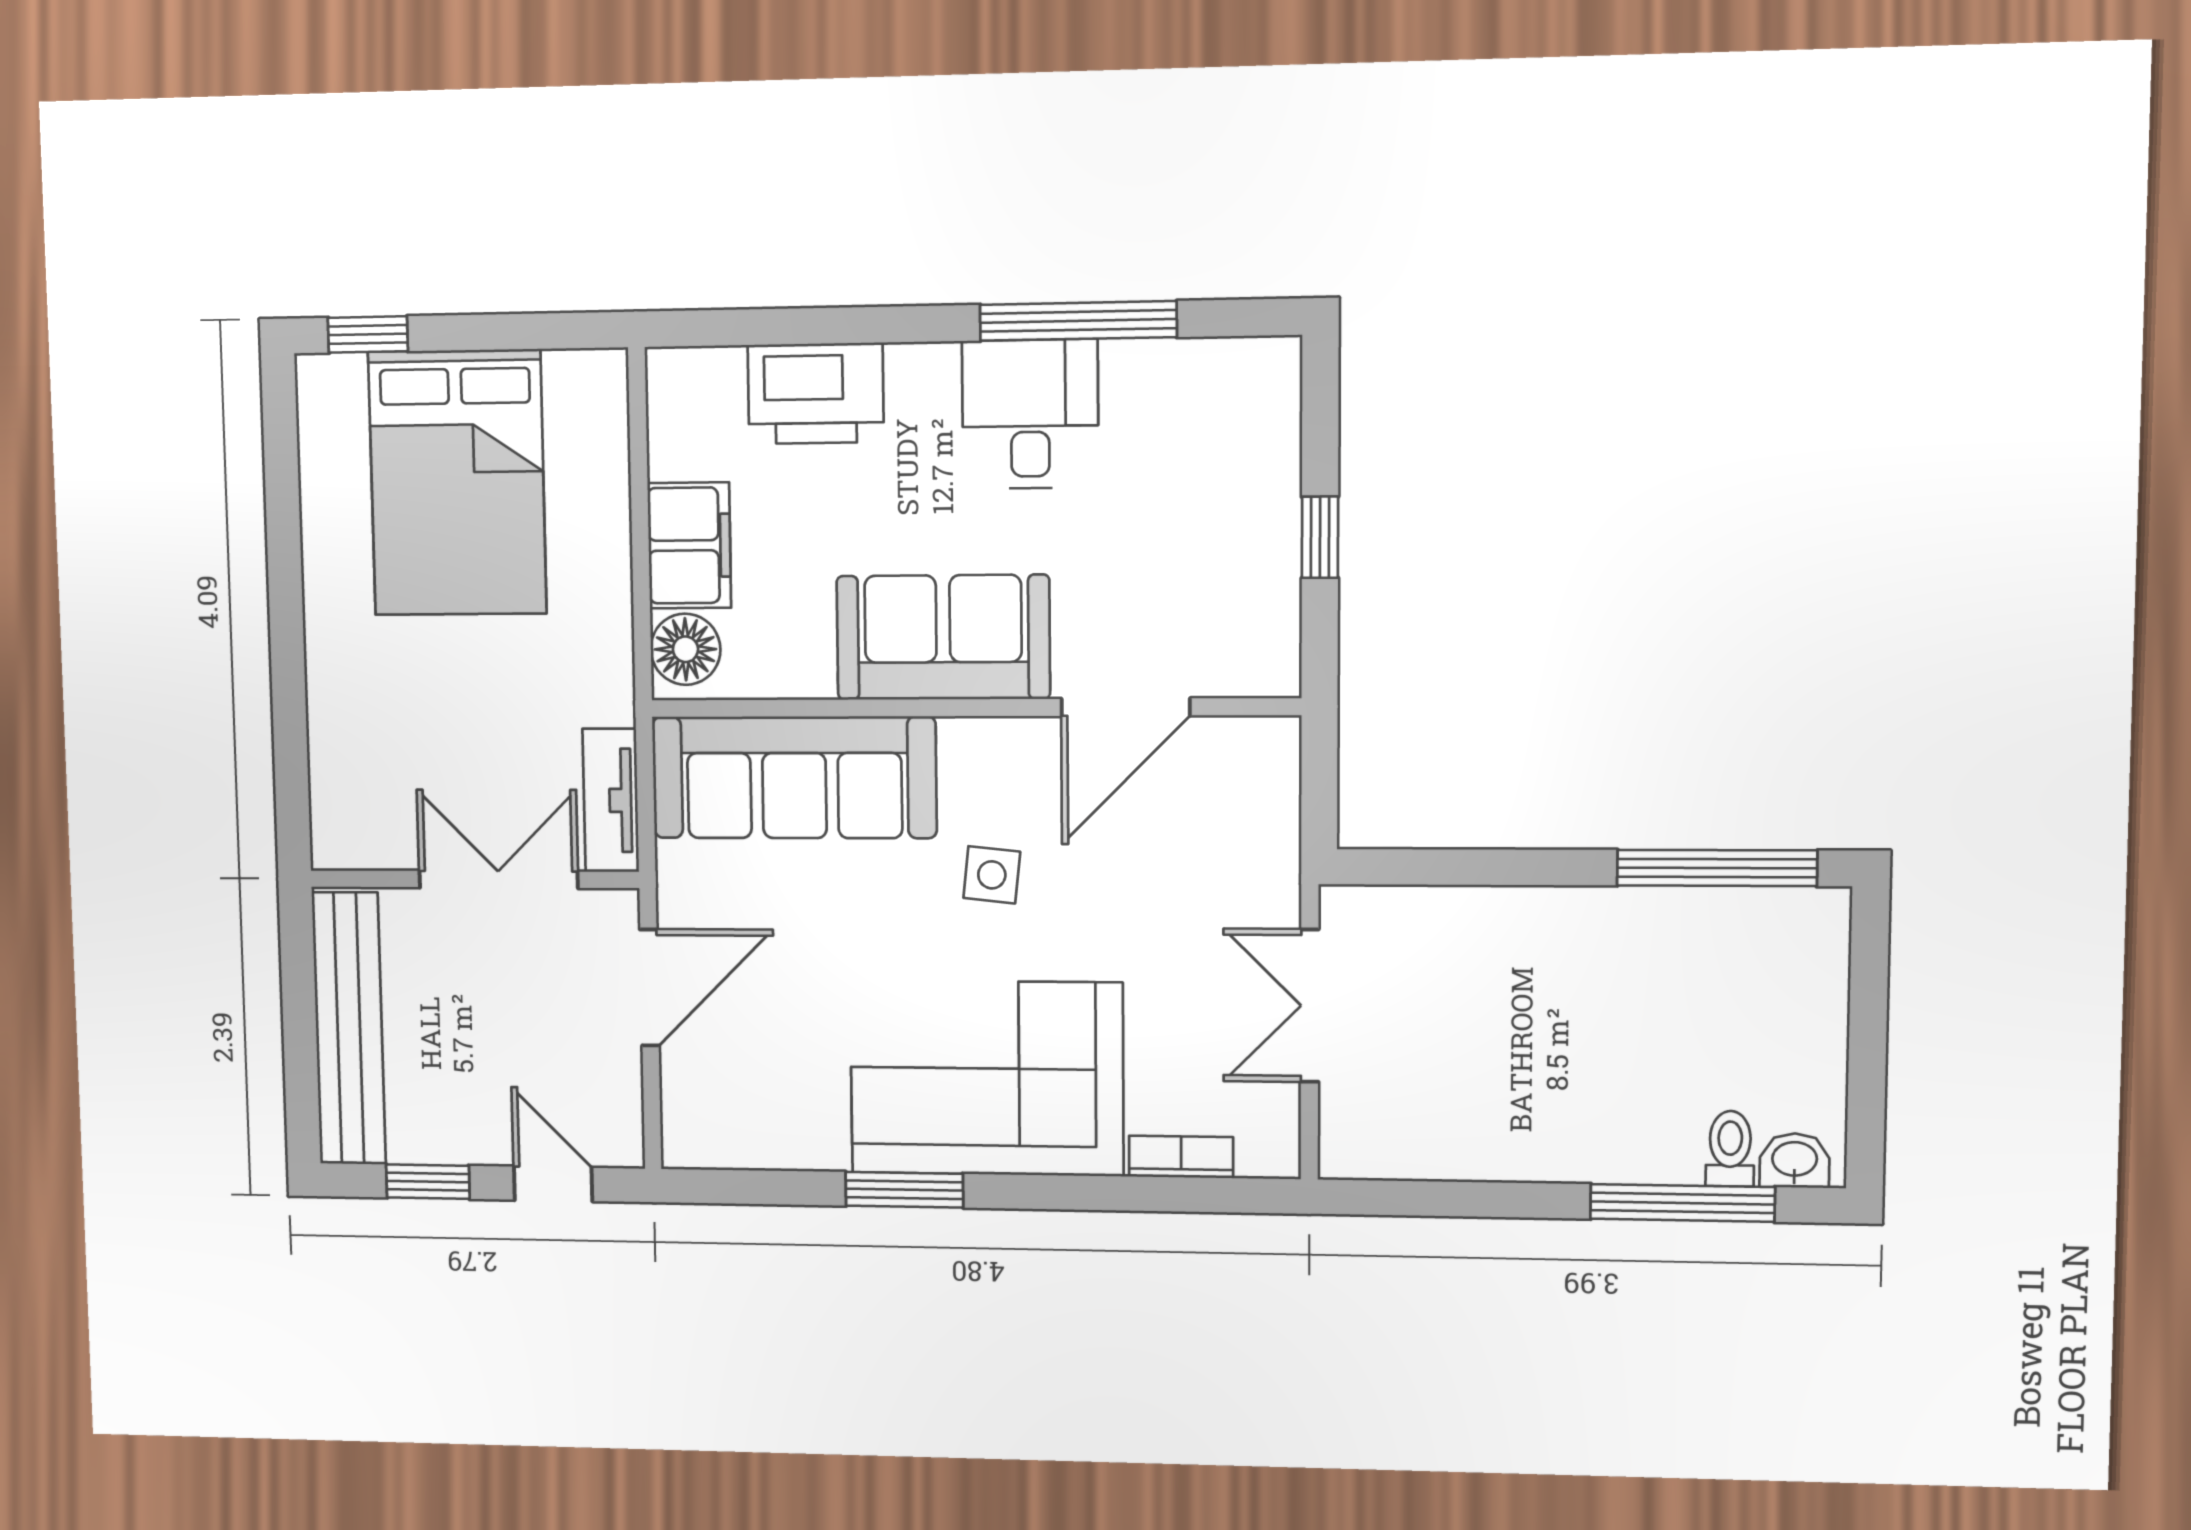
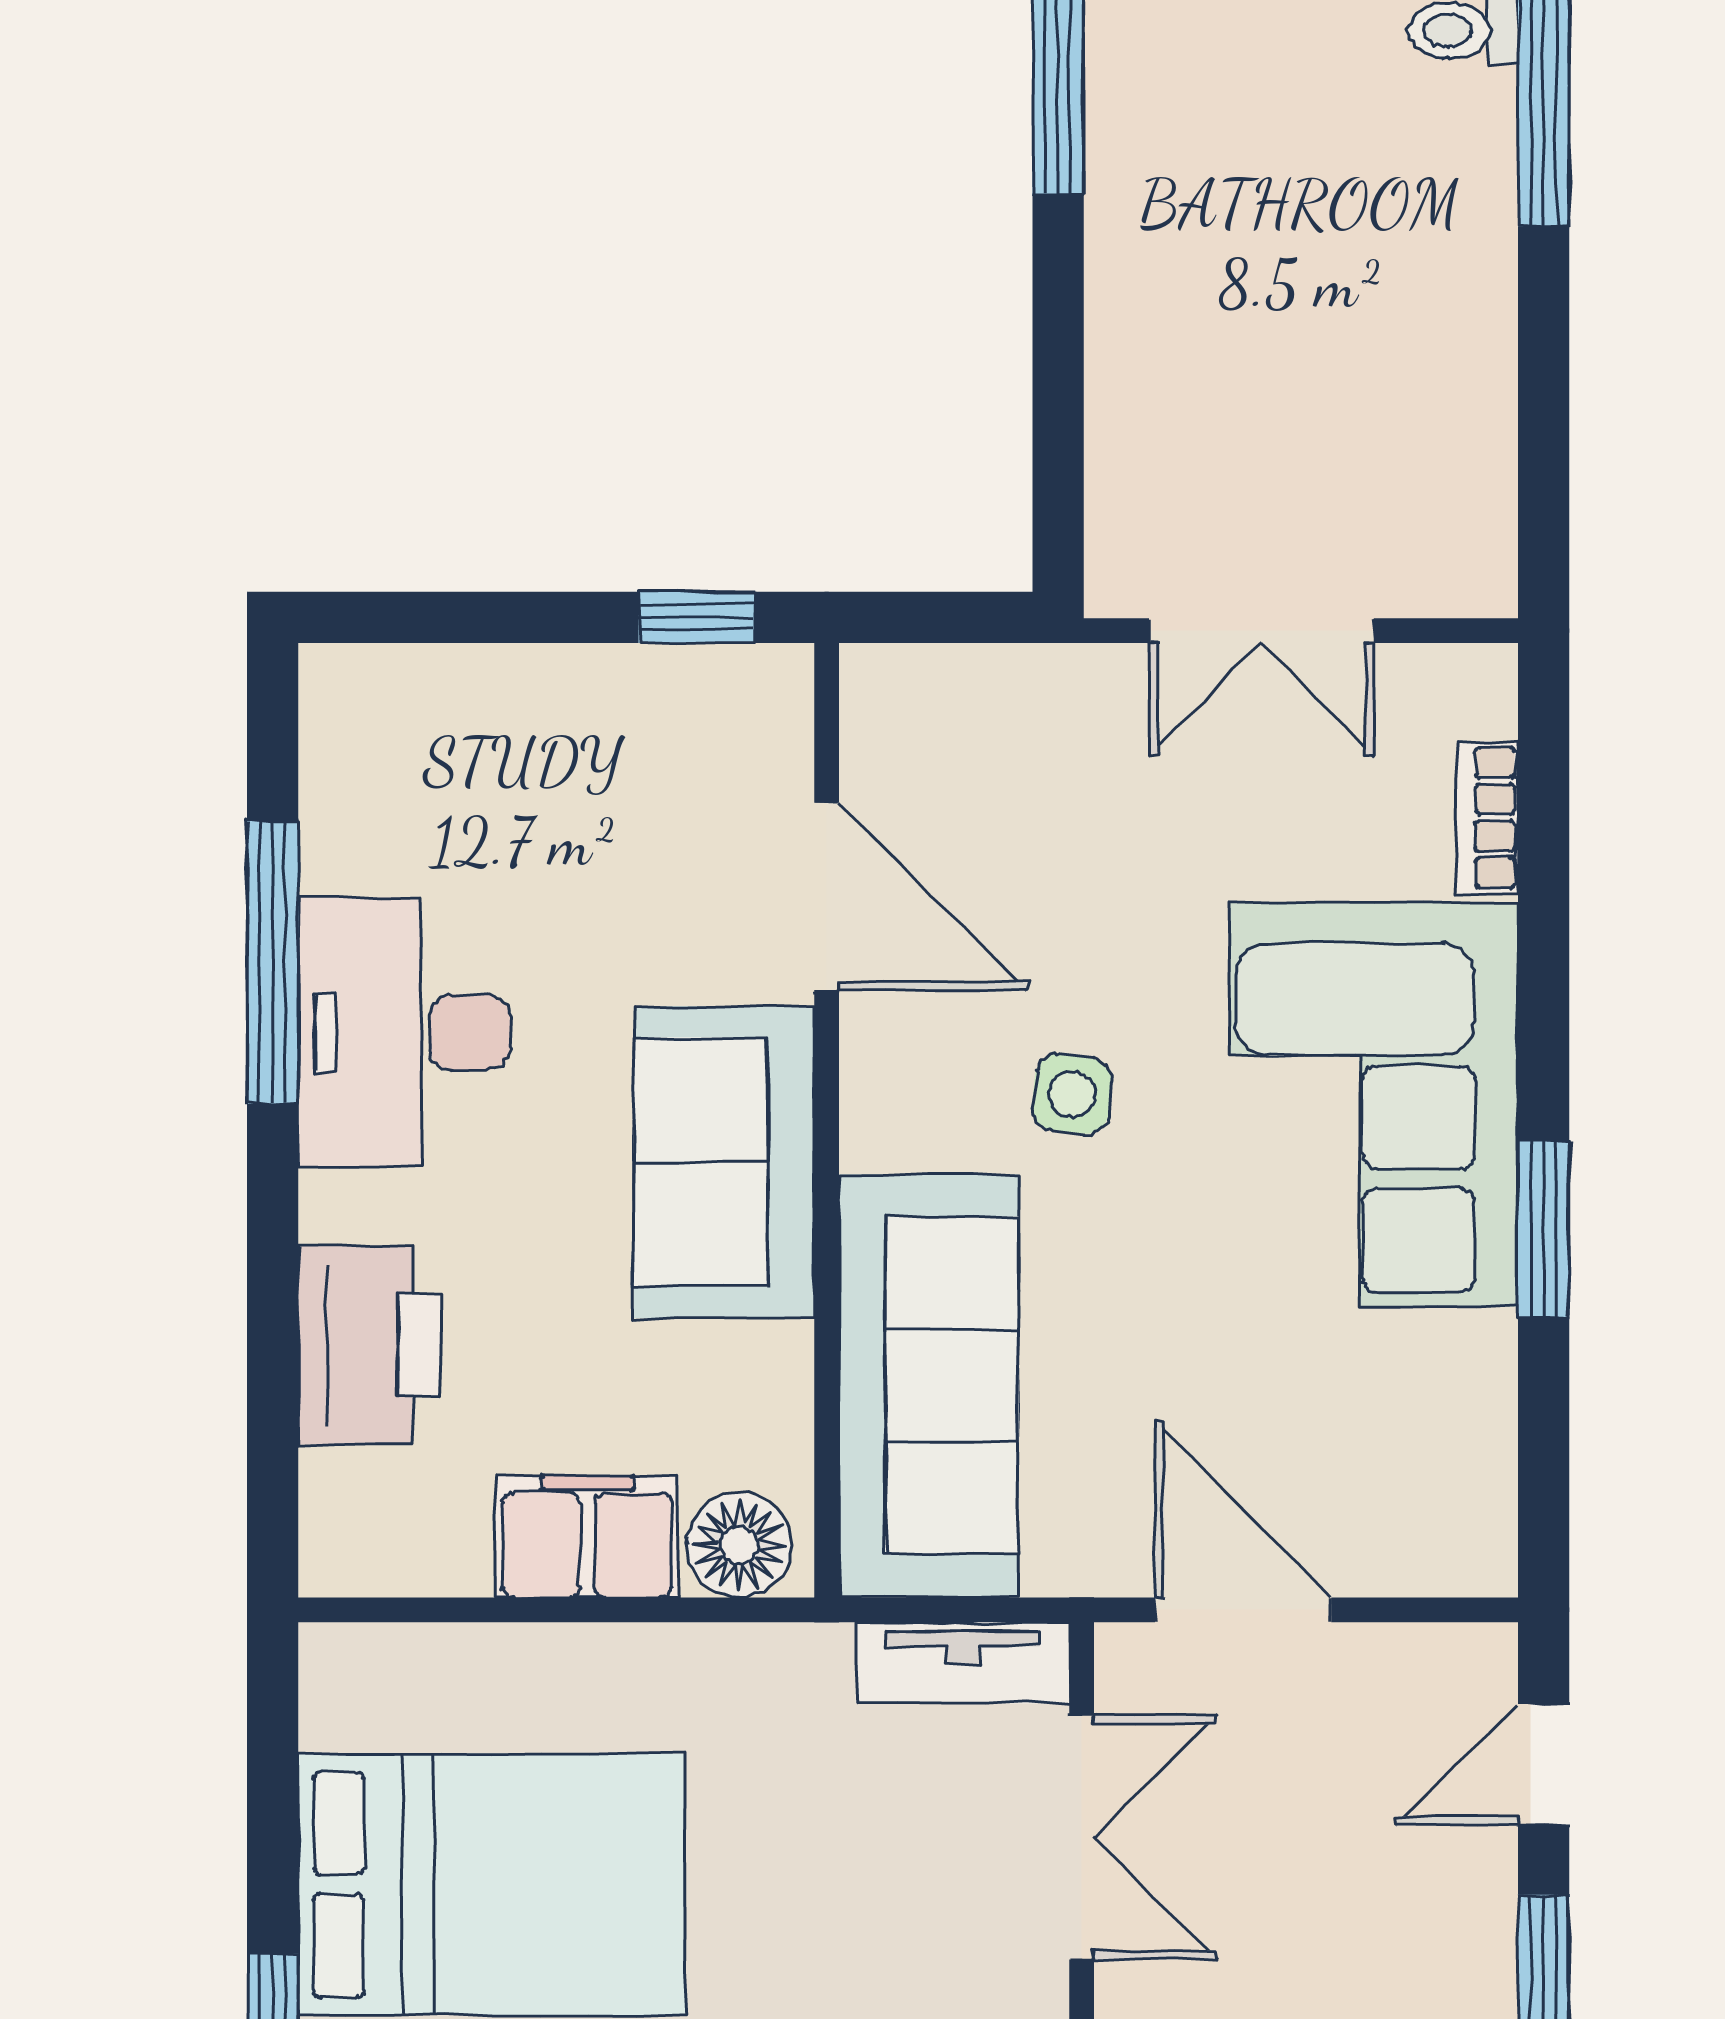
desk: (1030, 414) -> (404, 1032), width x1.37
window: (1320, 537) -> (696, 617), moved
double door: (498, 879) -> (1082, 1837), swing flipped

